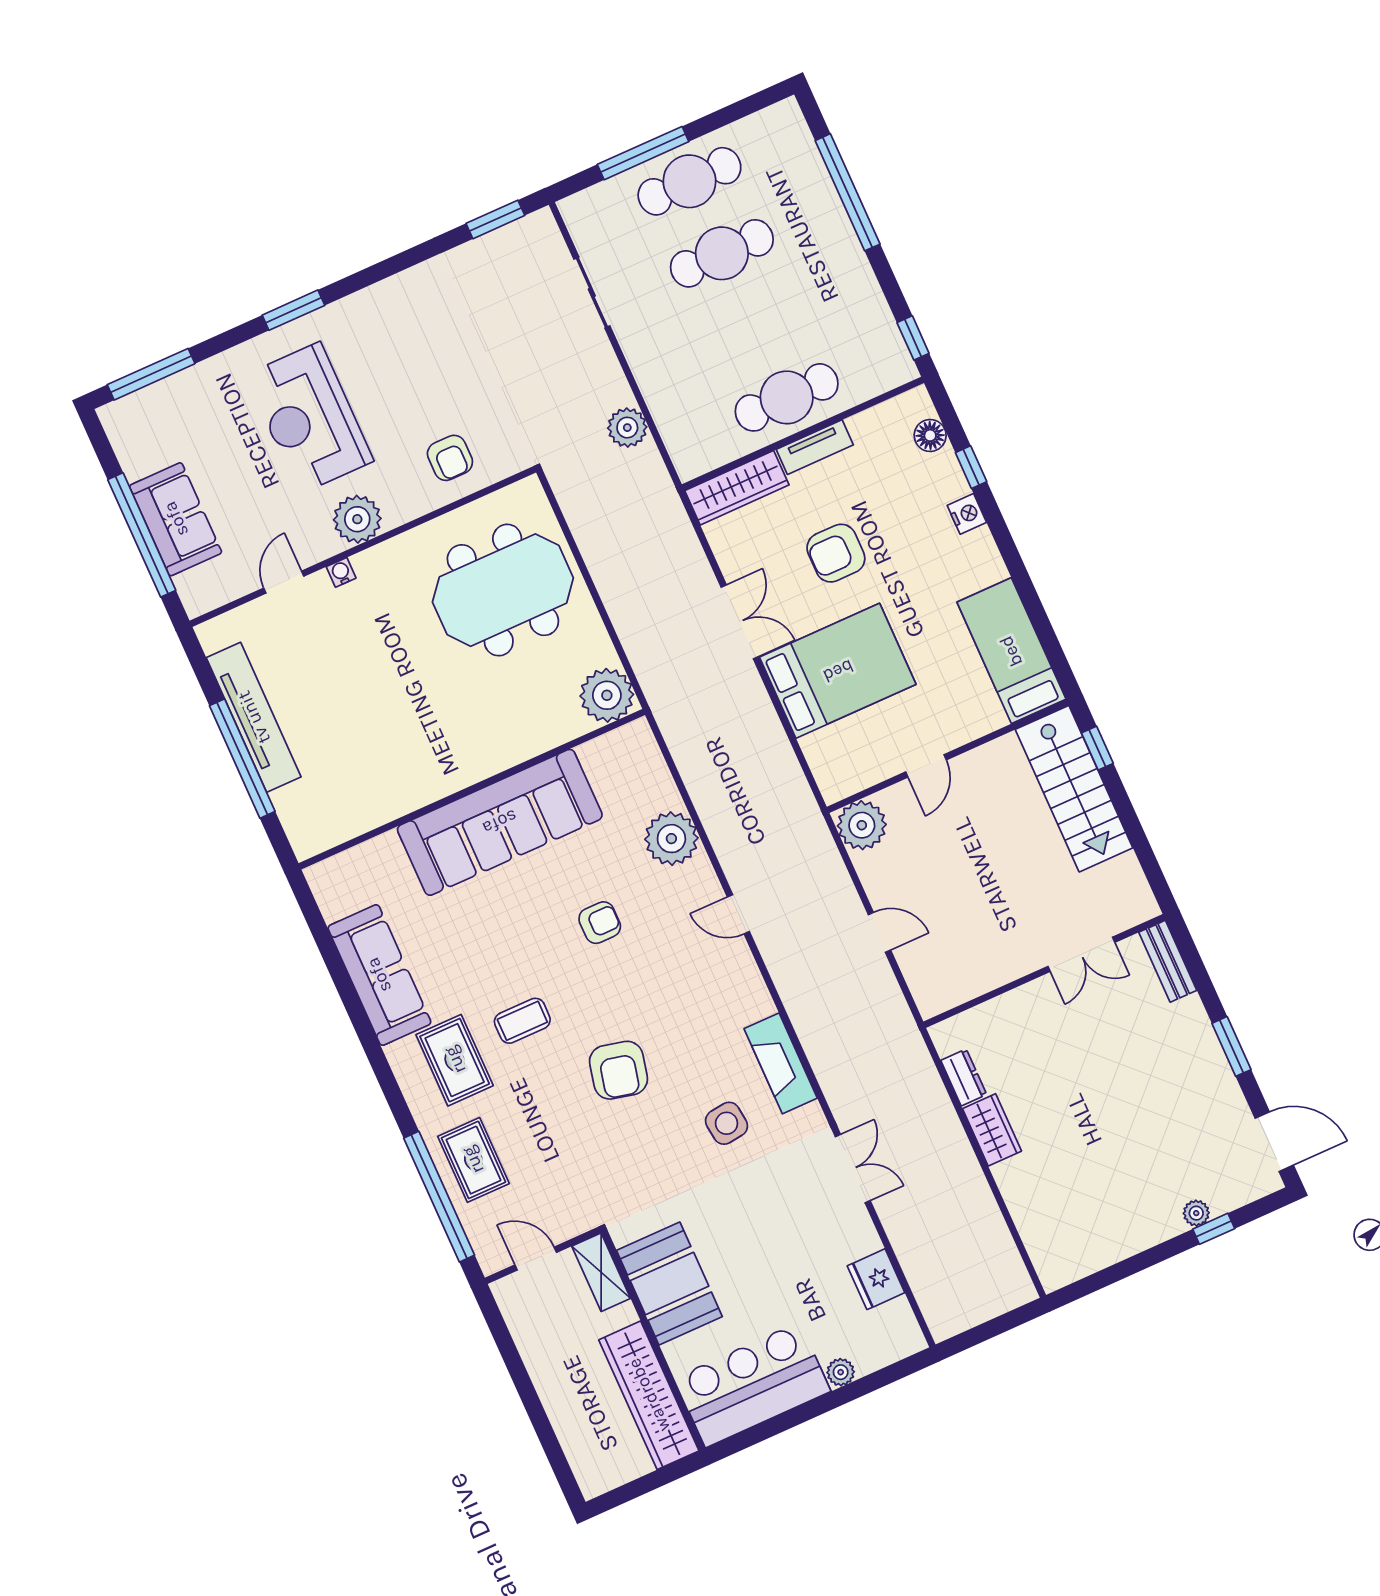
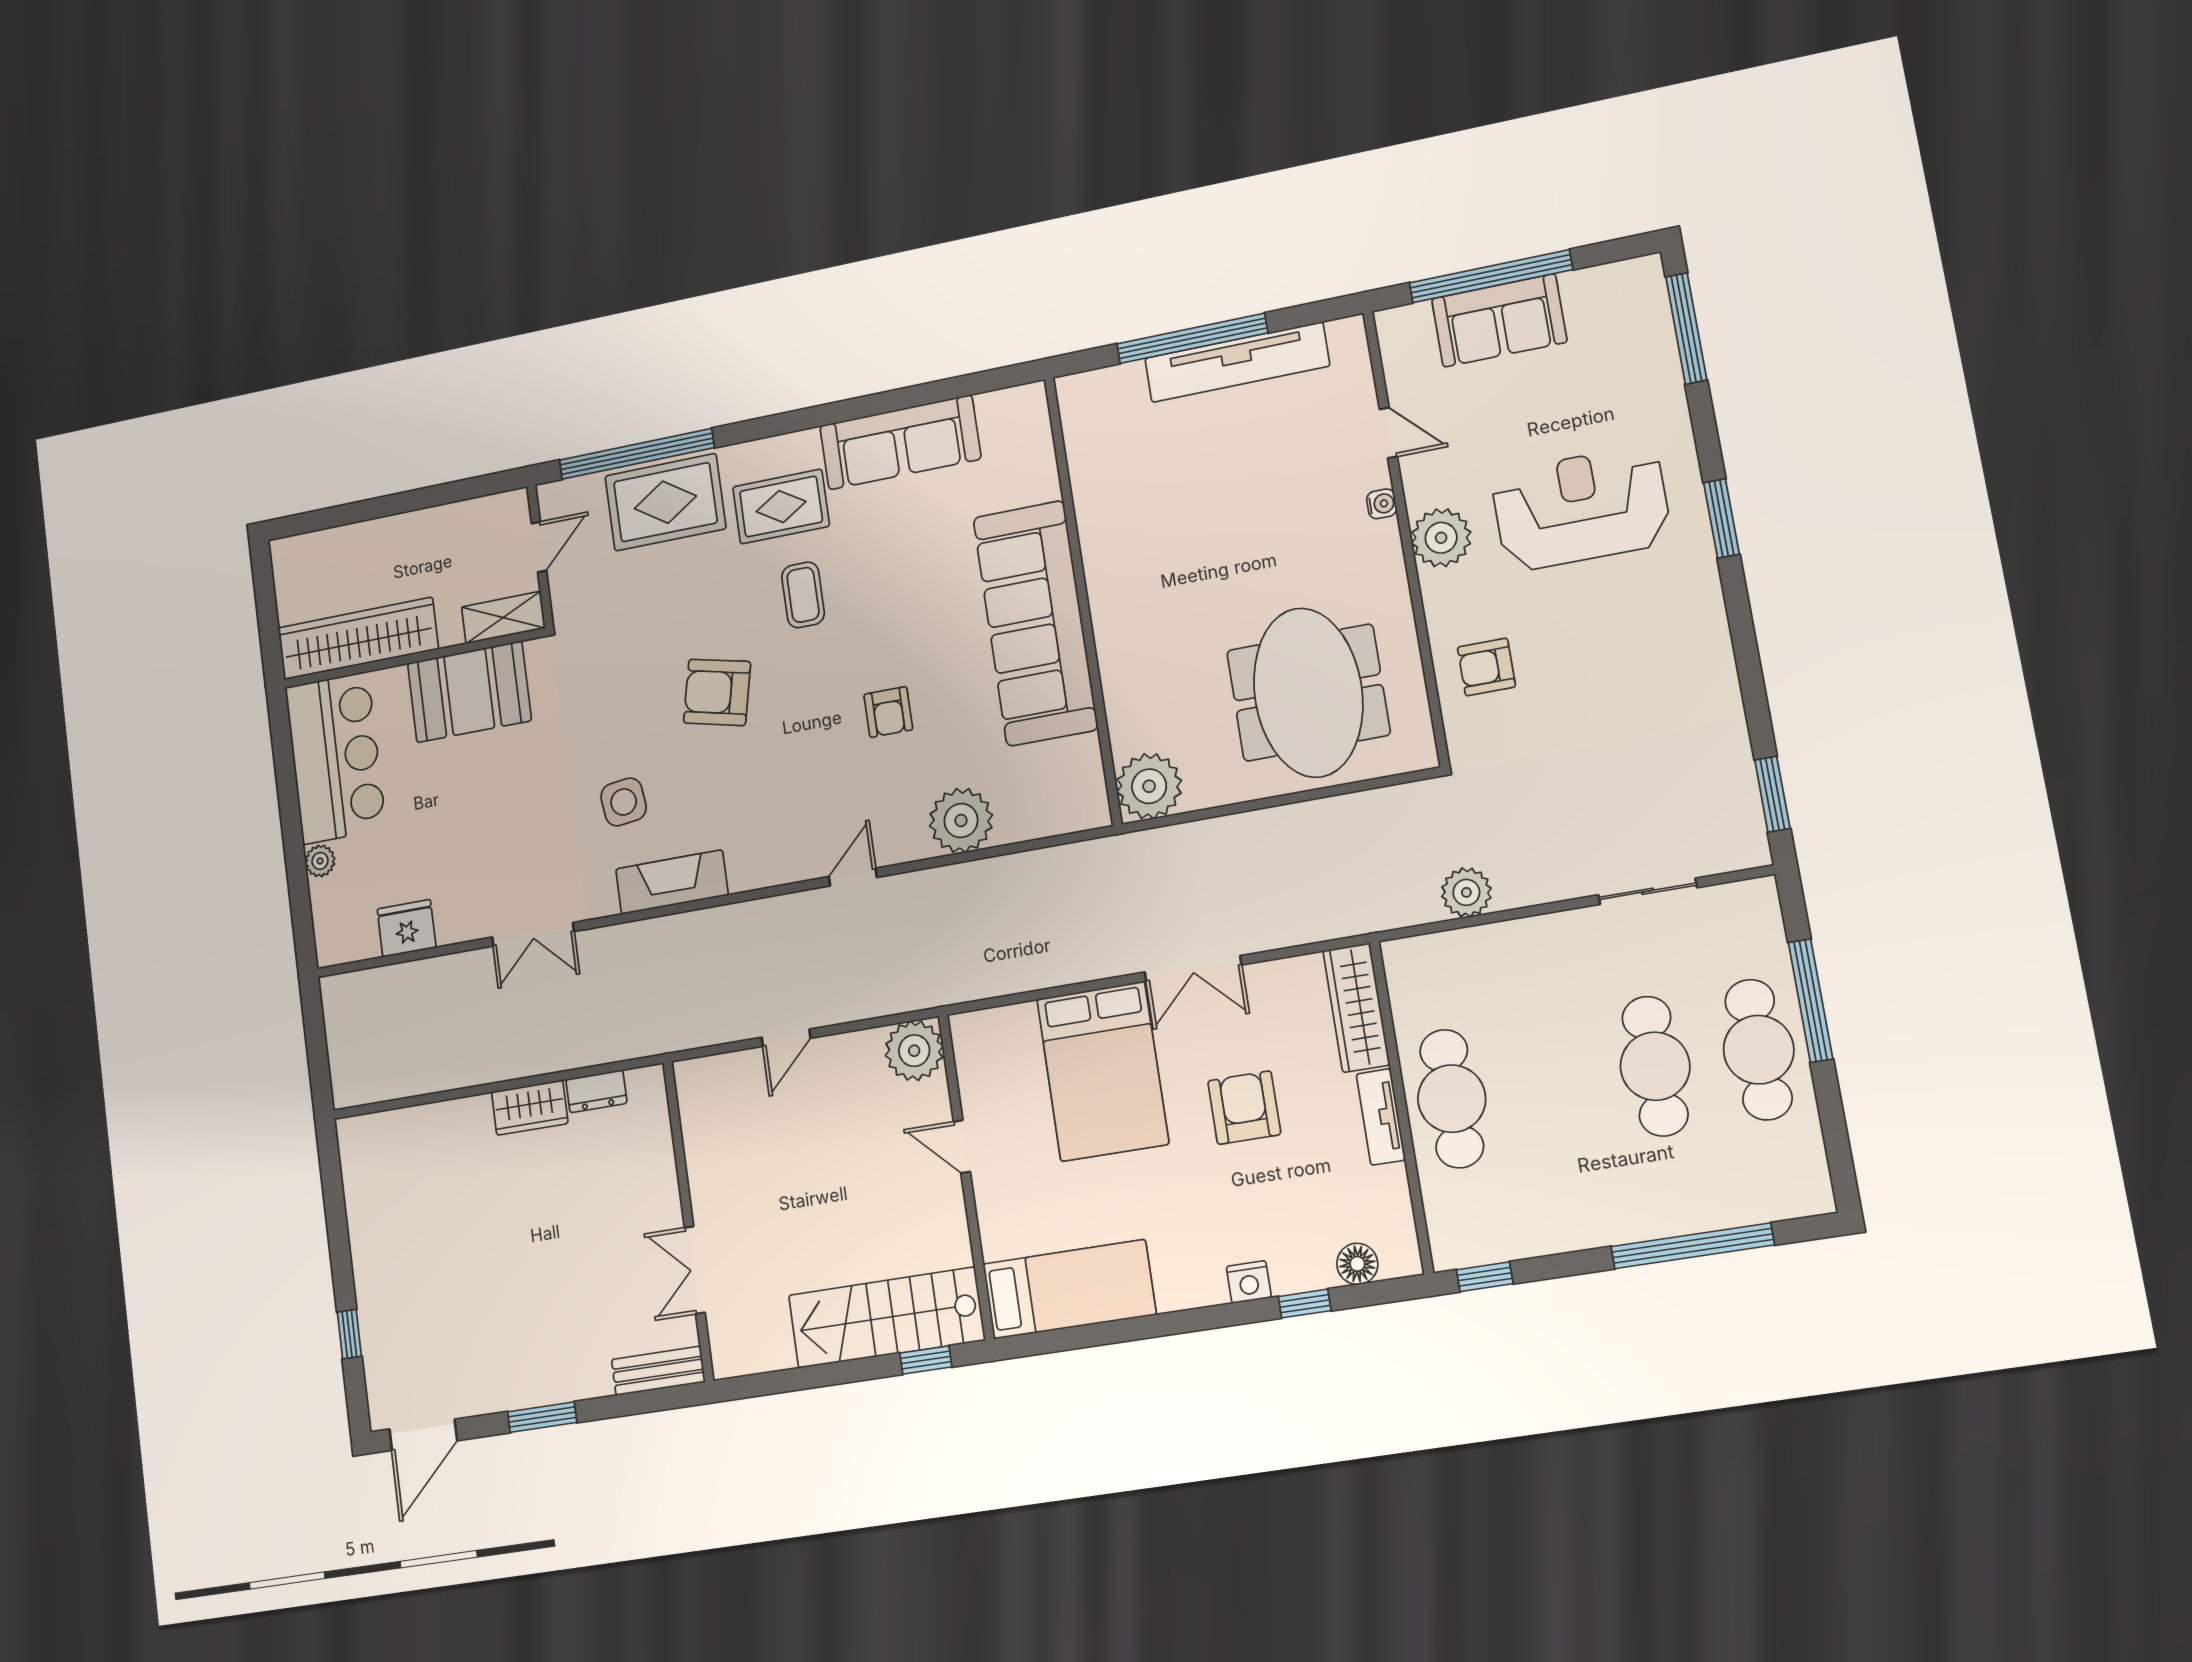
rug: (473, 1160) -> (665, 502), width x1.36, depth x1.43
plant: (1196, 1213) -> (372, 1319), removed

